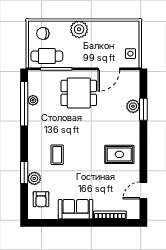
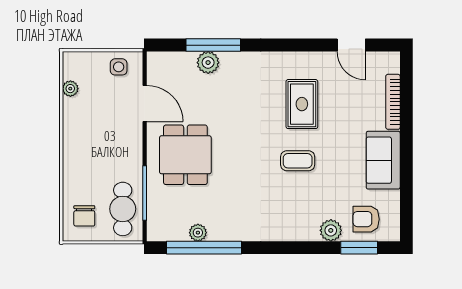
plant: (79, 29) -> (70, 89), moved, width x0.53, depth x0.53
window: (143, 109) -> (213, 45), width x1.44
rug: (119, 154) -> (302, 104), moved
coffee table: (57, 155) -> (298, 161), moved
window: (24, 172) -> (359, 248), moved
armchair: (41, 199) -> (366, 219), turned 180

